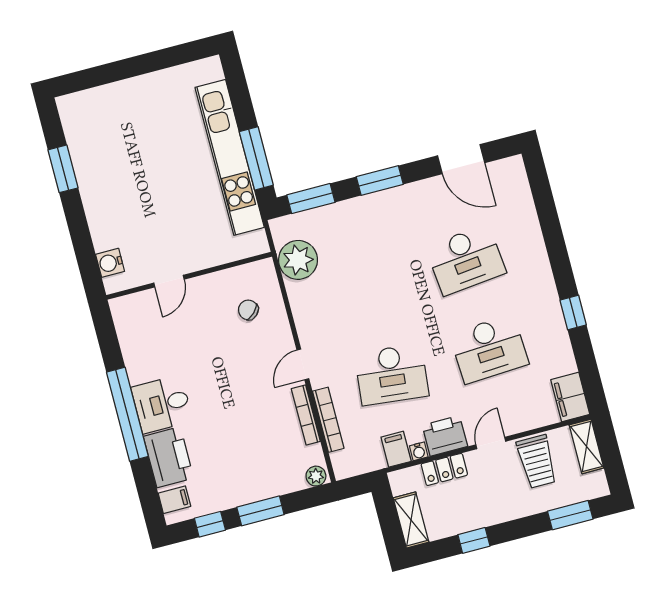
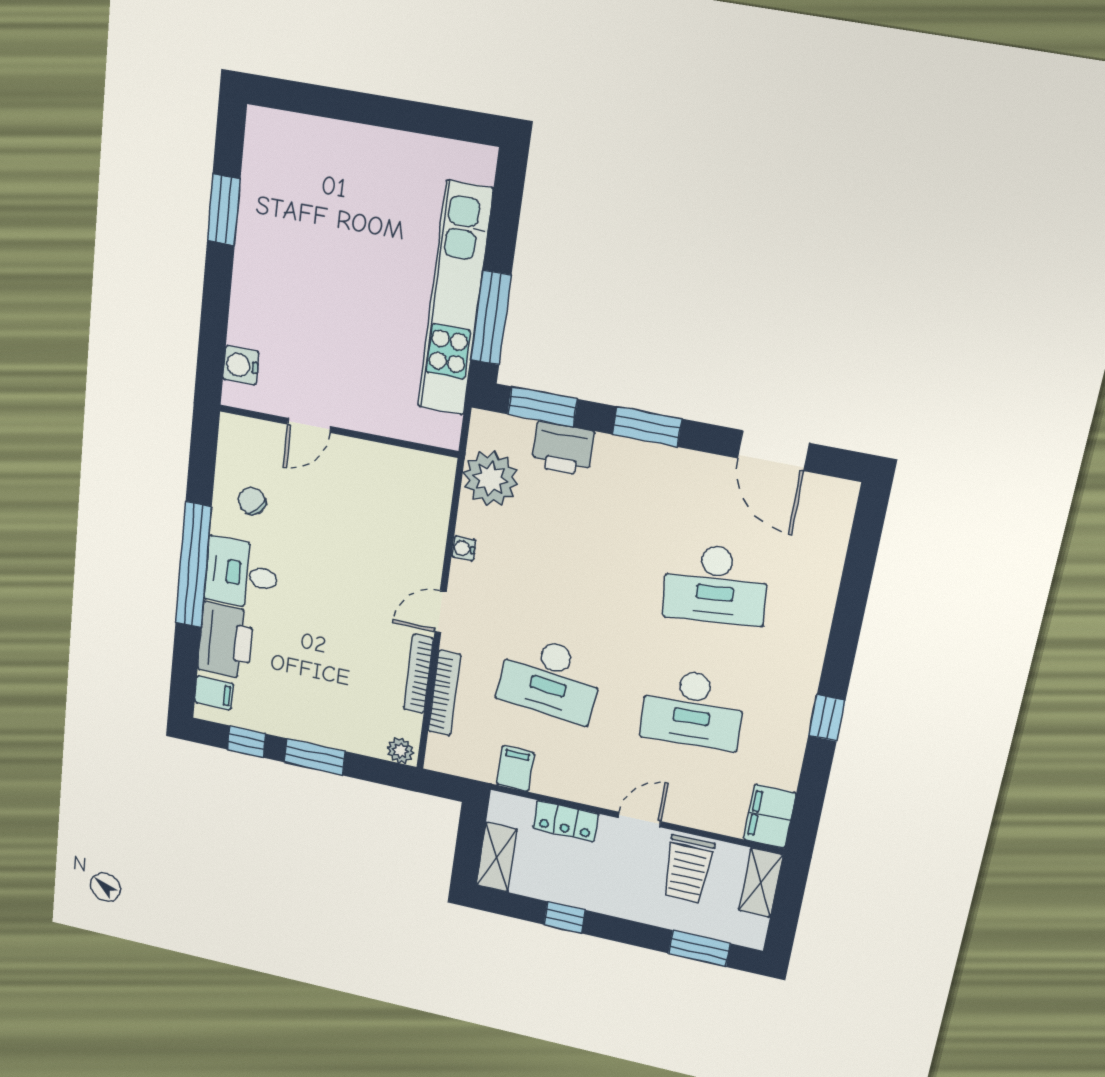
chair: (248, 310) -> (252, 501), moved
printer: (445, 436) -> (563, 449), moved, turned 180
water cooler: (419, 451) -> (464, 548), moved, turned 90

